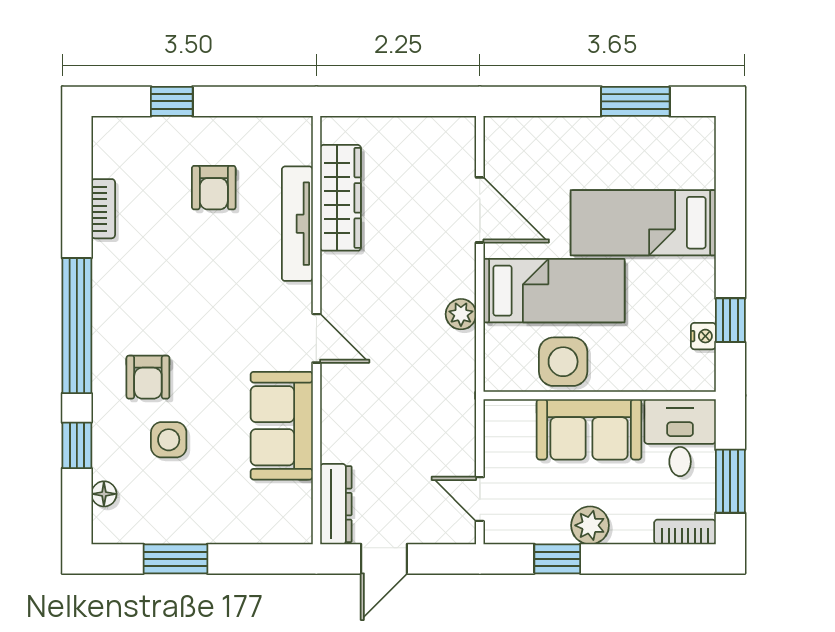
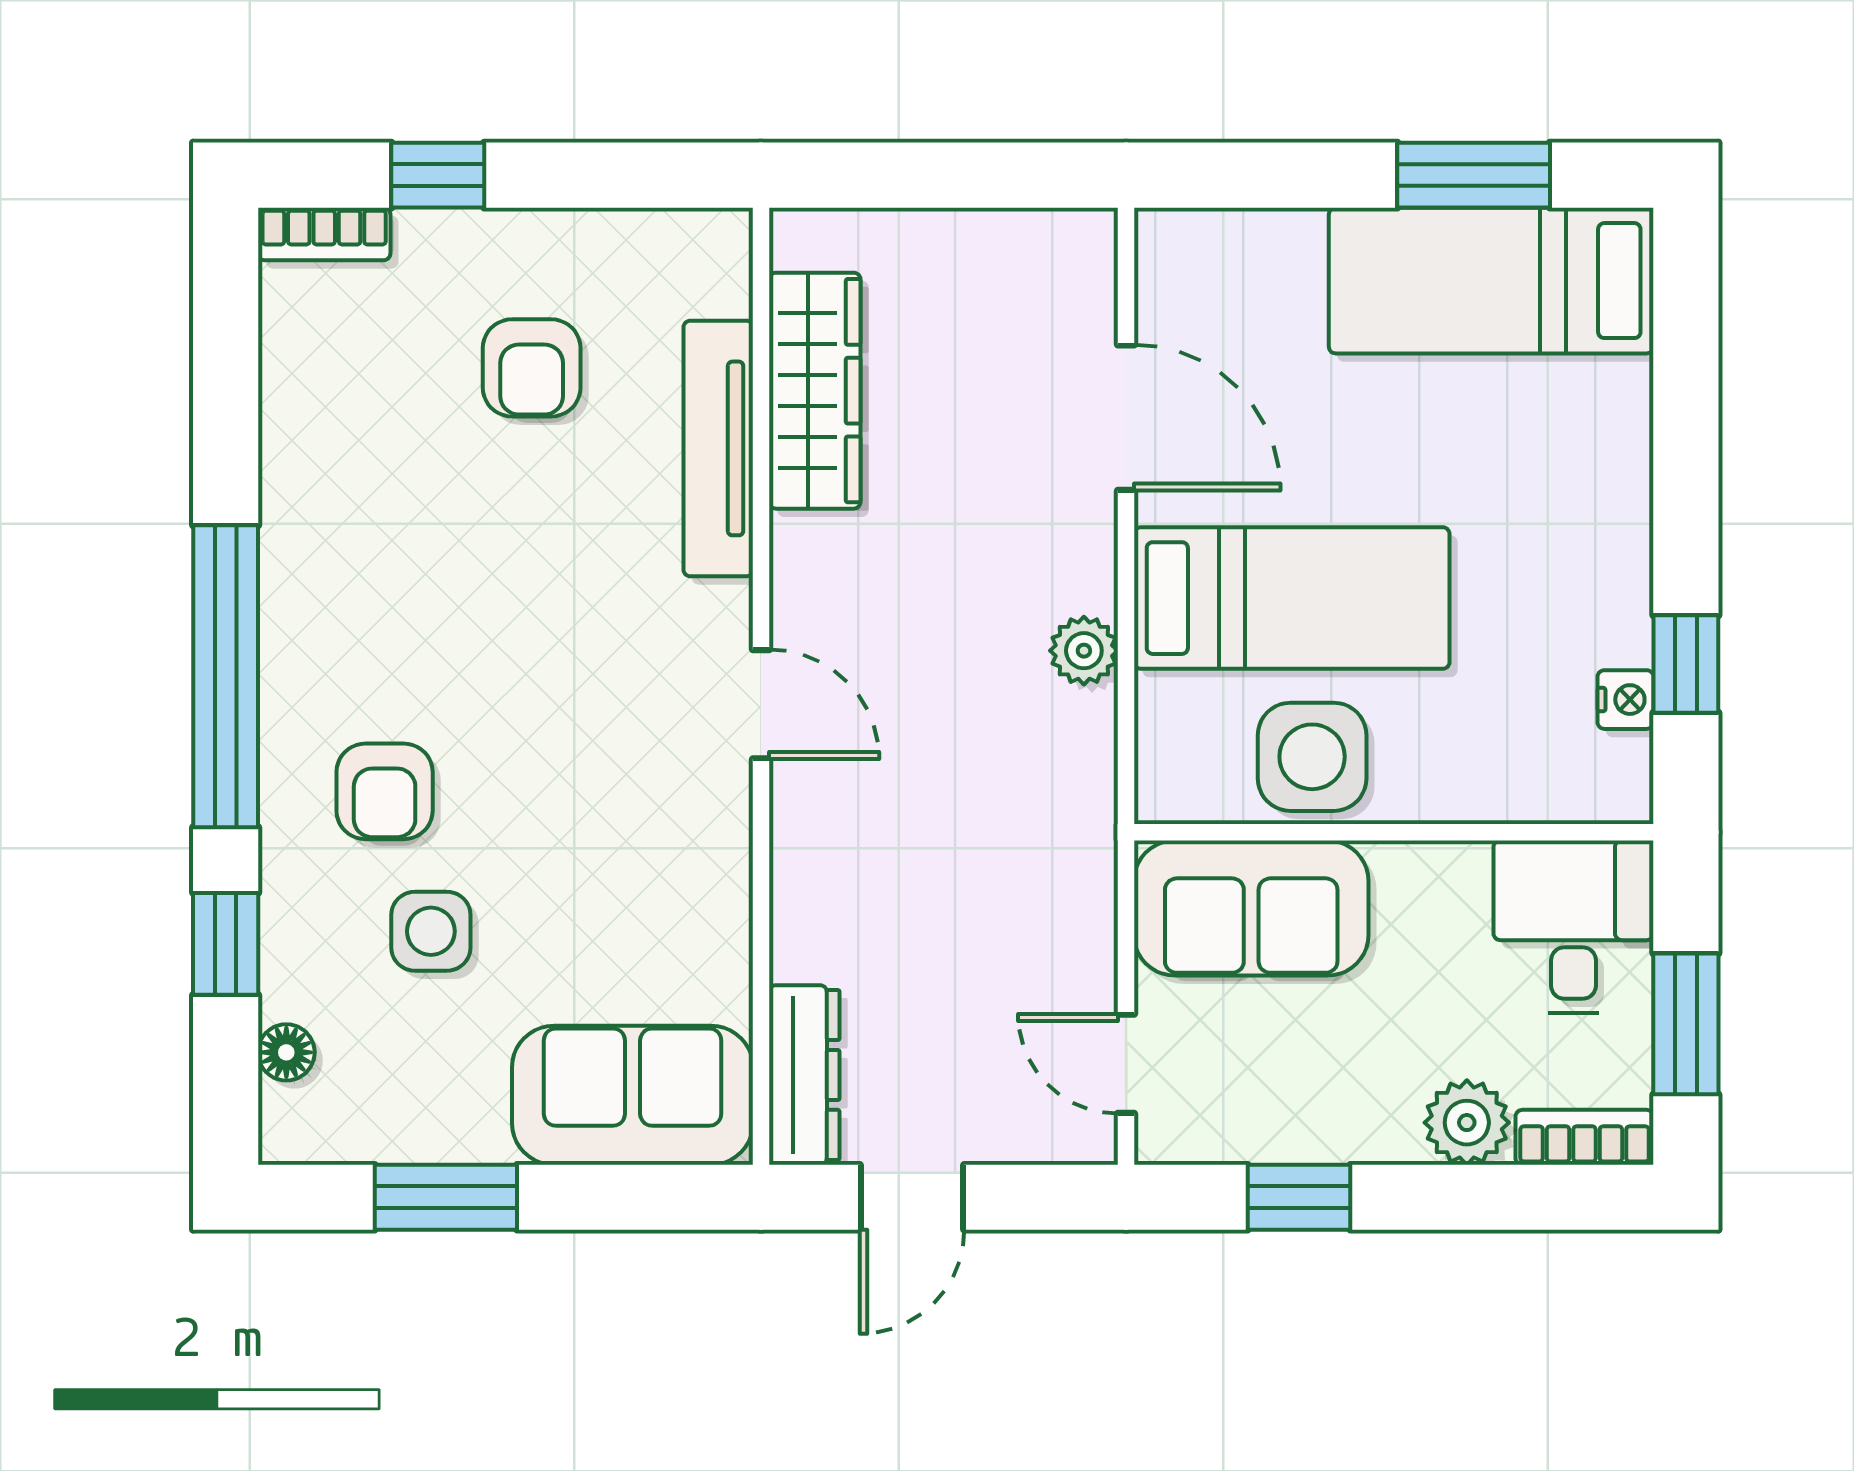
bookcase: (103, 209) -> (324, 234), moved, turned 90
bed: (643, 223) -> (1491, 281), moved
sofa: (282, 426) -> (633, 1095), moved, turned 90
sofa: (589, 429) -> (1251, 908), moved
plant: (590, 525) -> (1467, 1123), moved

